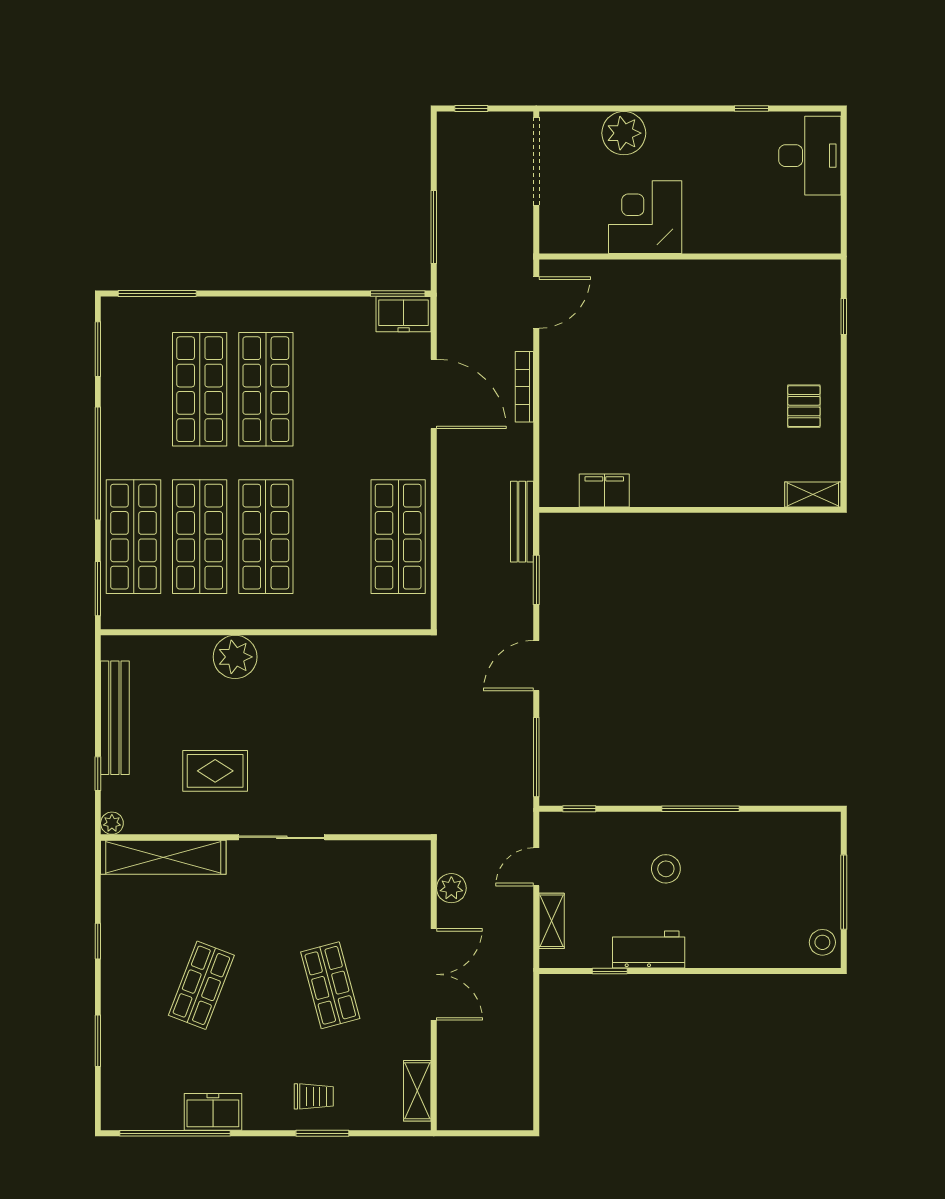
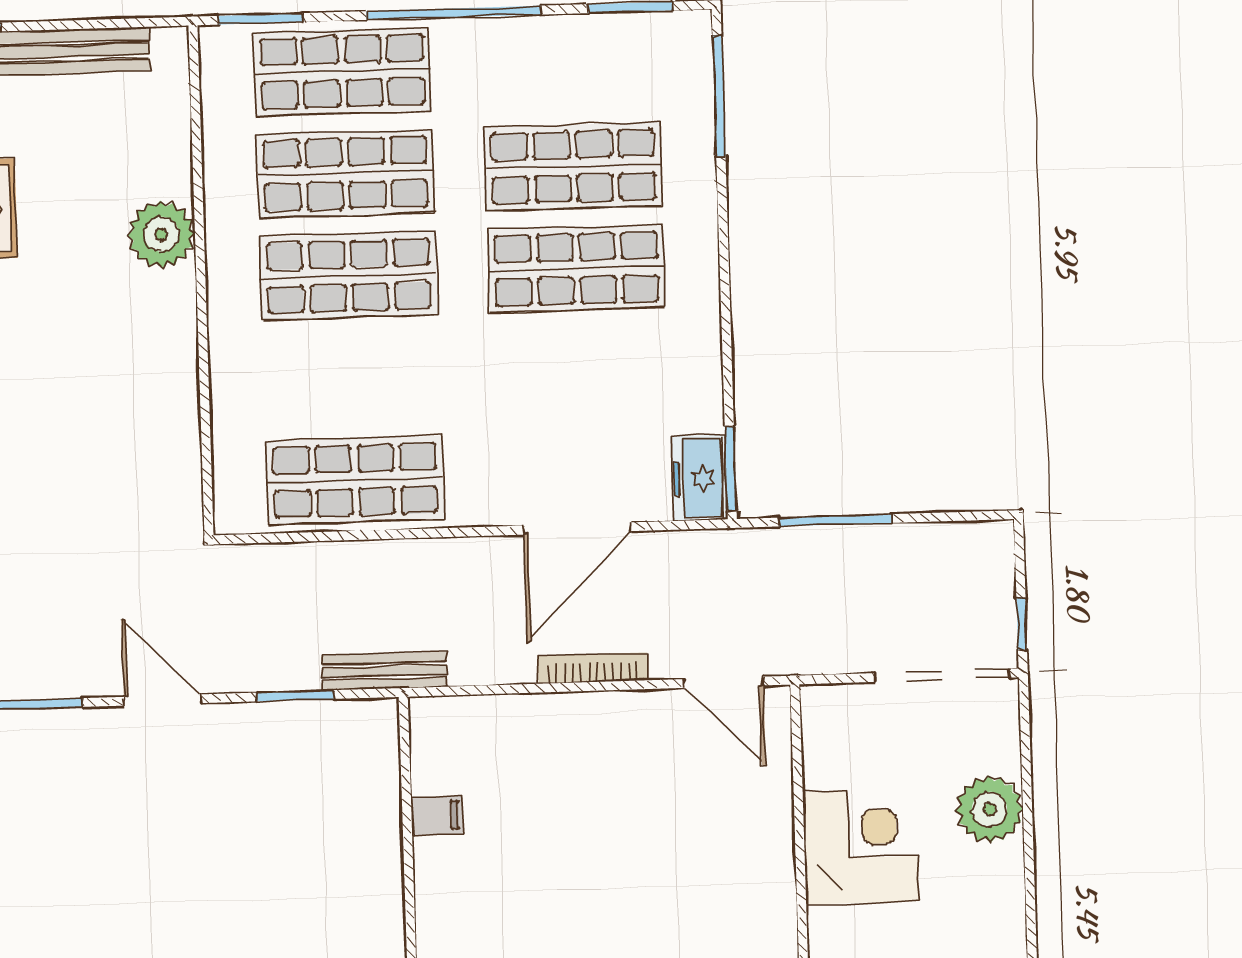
window: (471, 109) -> (1022, 624), moved
filing cabinet: (604, 490) -> (437, 816), width x0.50

